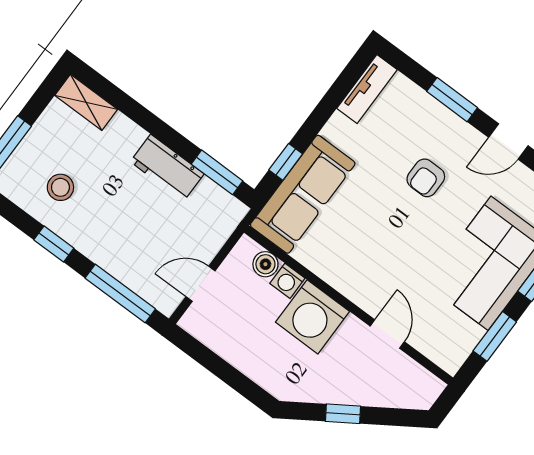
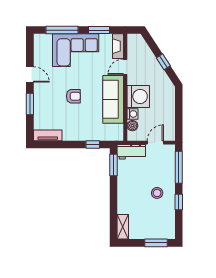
workbench: (167, 168) -> (131, 152), moved, turned 90
armchair: (426, 178) -> (73, 96), moved
stool: (60, 187) -> (157, 193), moved
sofa: (303, 194) -> (113, 99), moved, turned -90
door: (200, 284) -> (155, 143), swing flipped
fireplace: (437, 350) -> (118, 46), added

